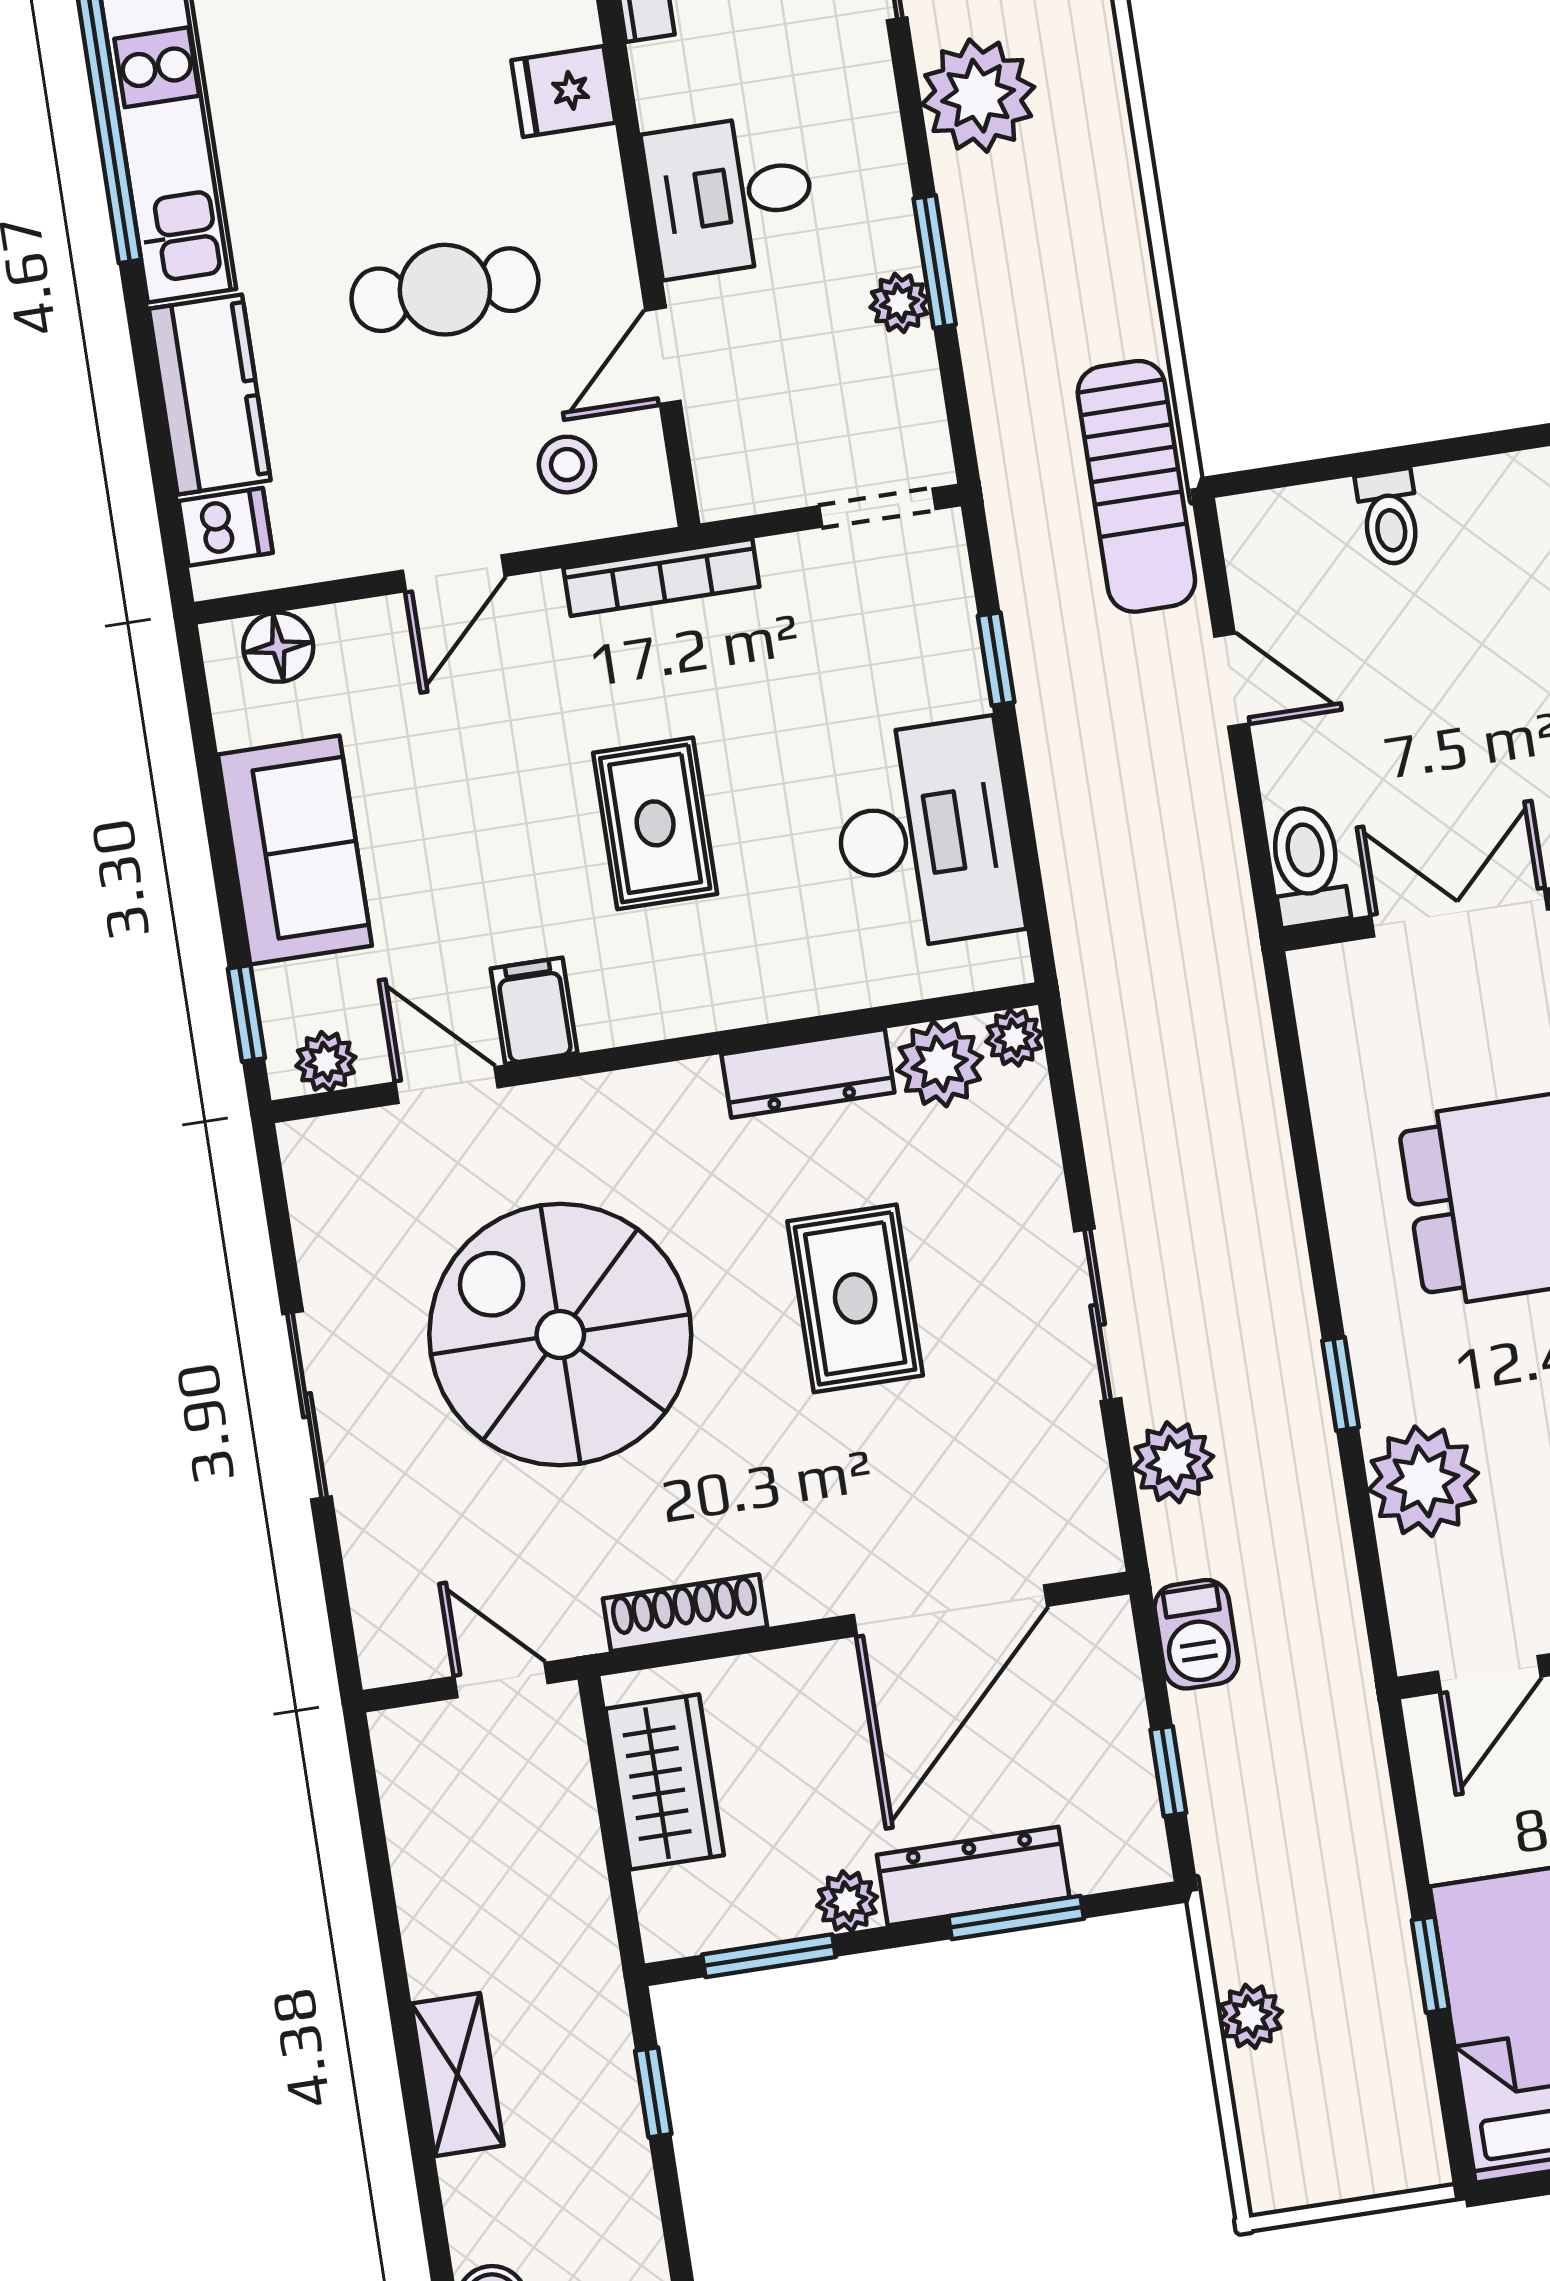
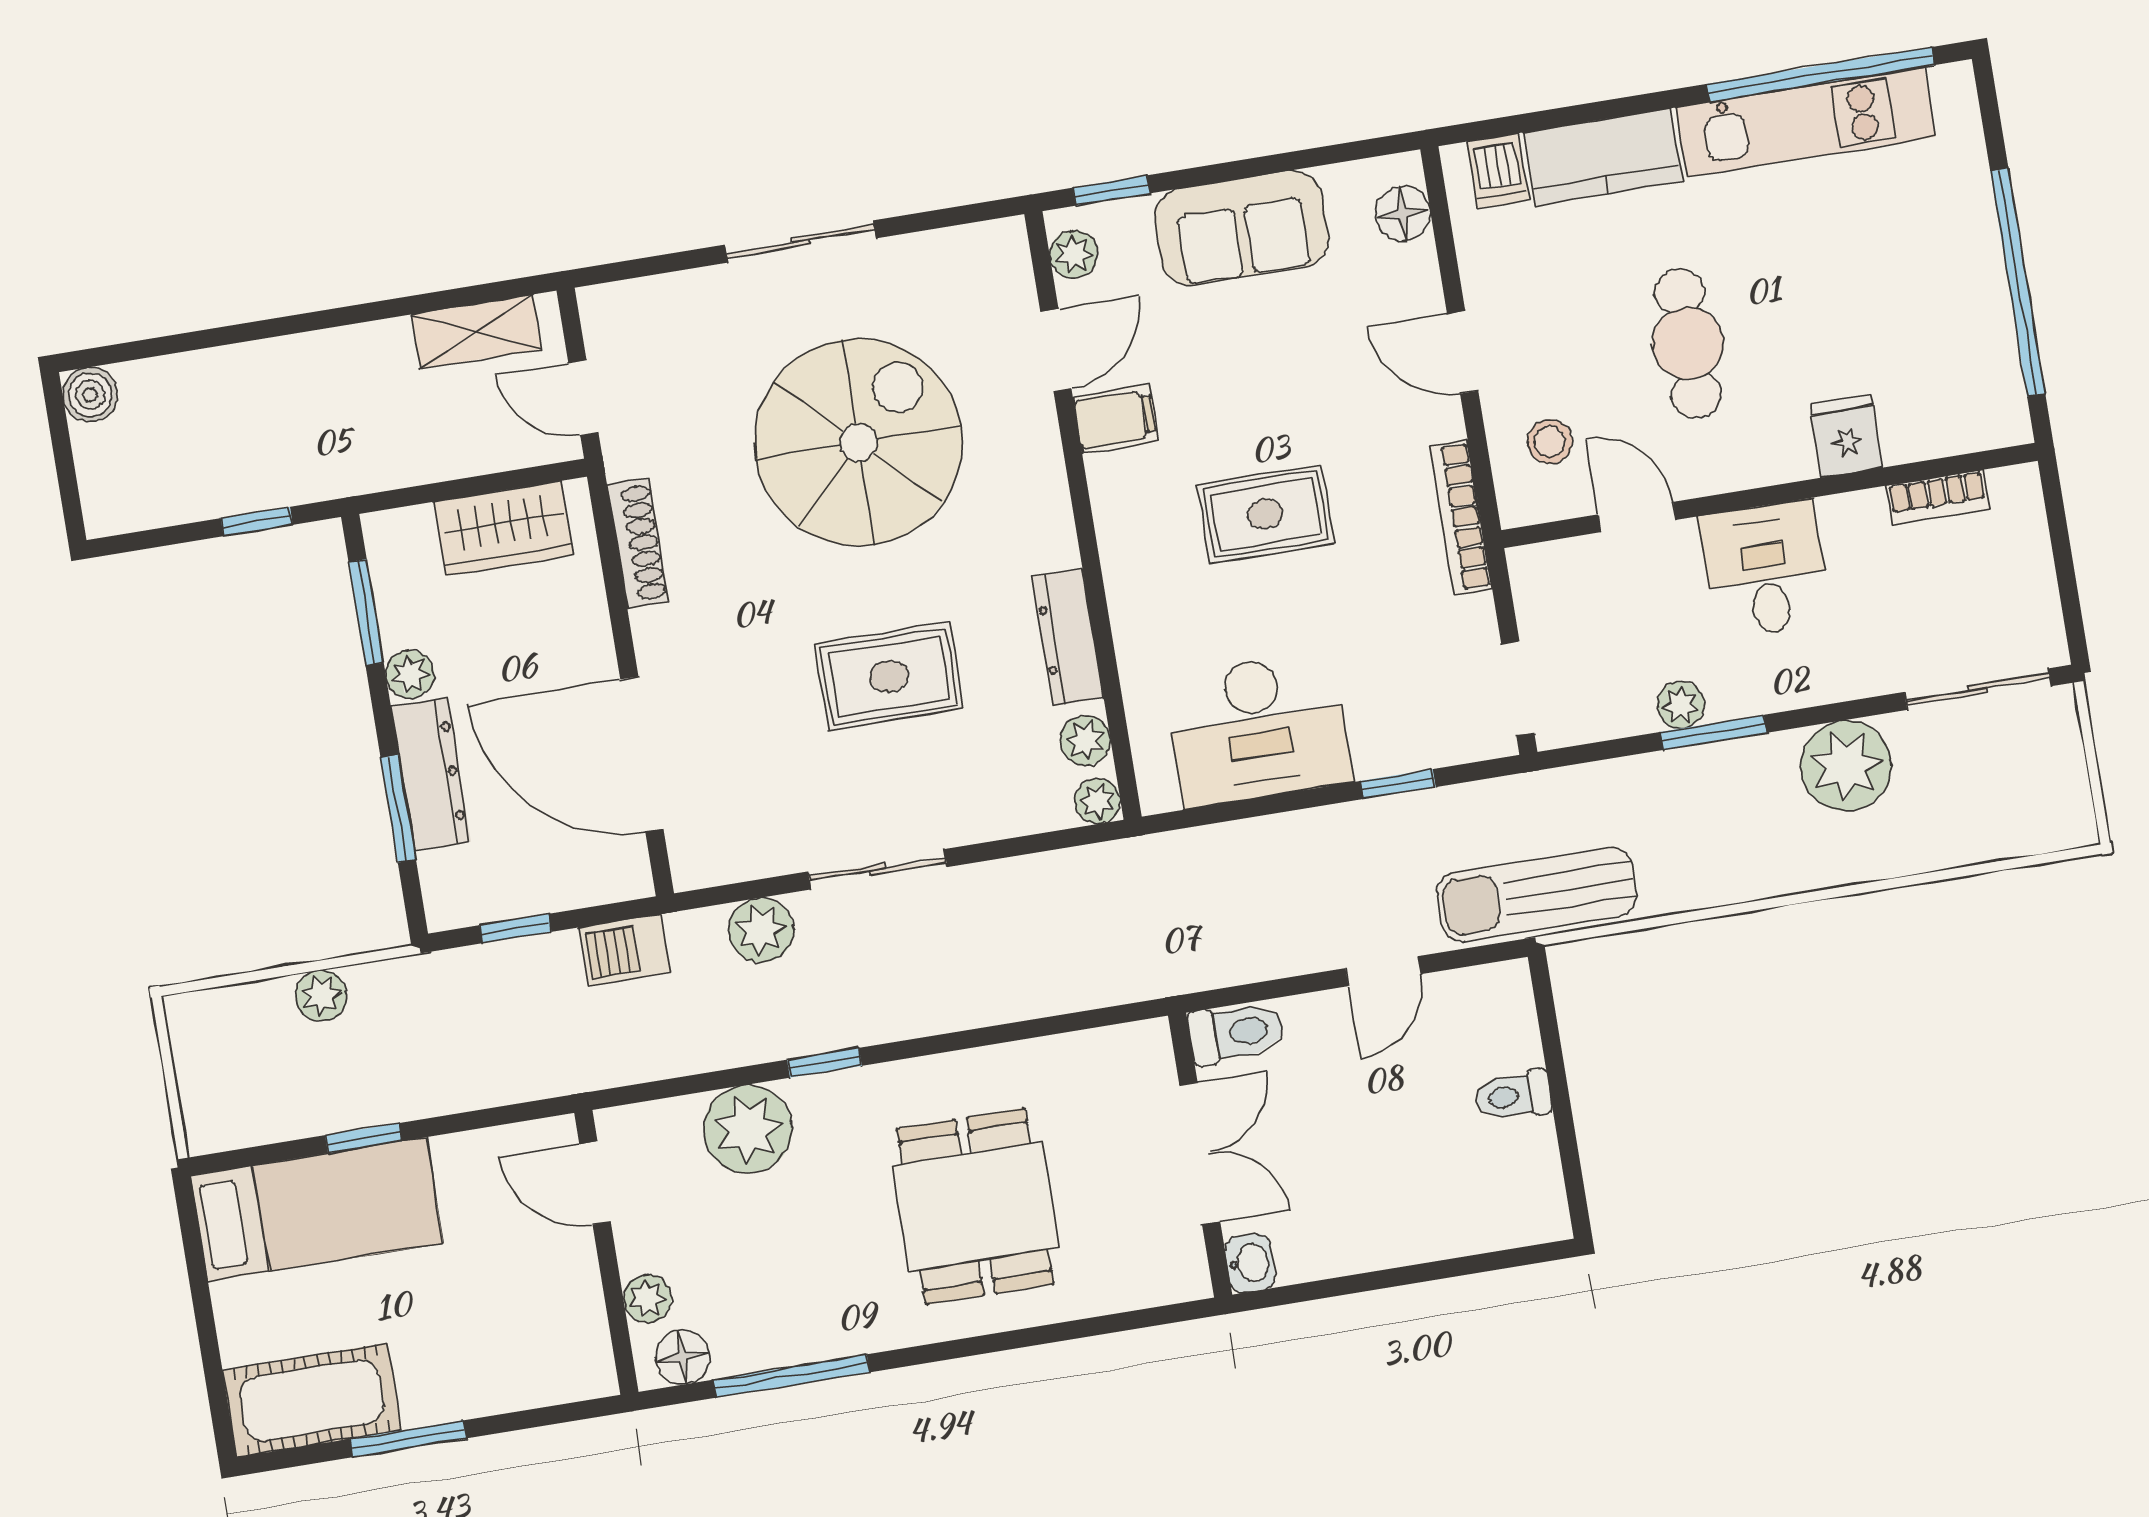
plant: (940, 1064) -> (1085, 740), width x0.73, depth x0.73
door: (501, 1680) -> (583, 398), swing flipped
shelving: (457, 2075) -> (476, 332), moved

